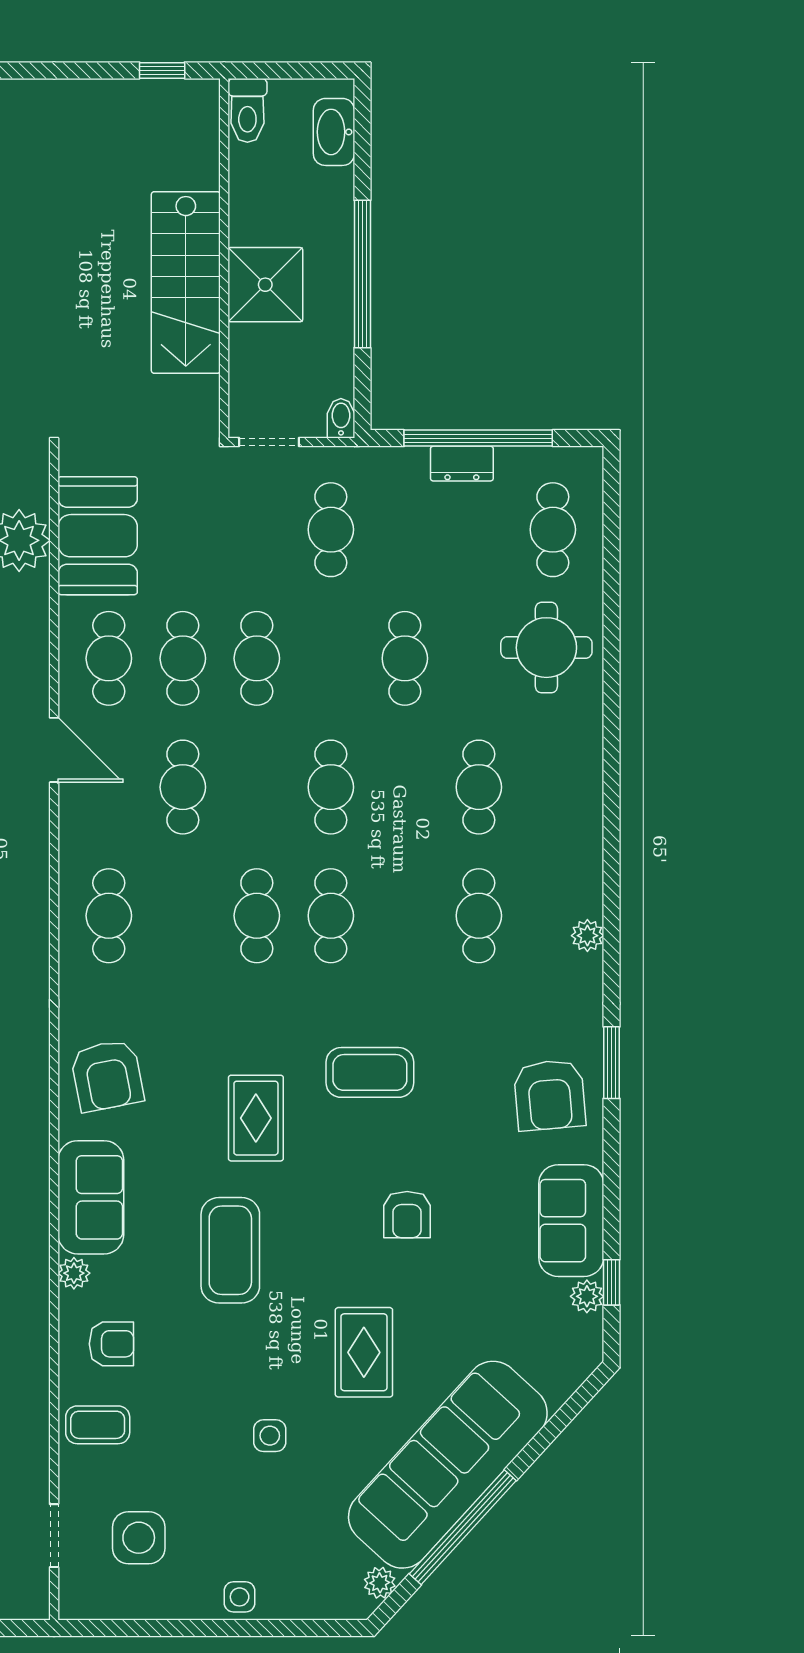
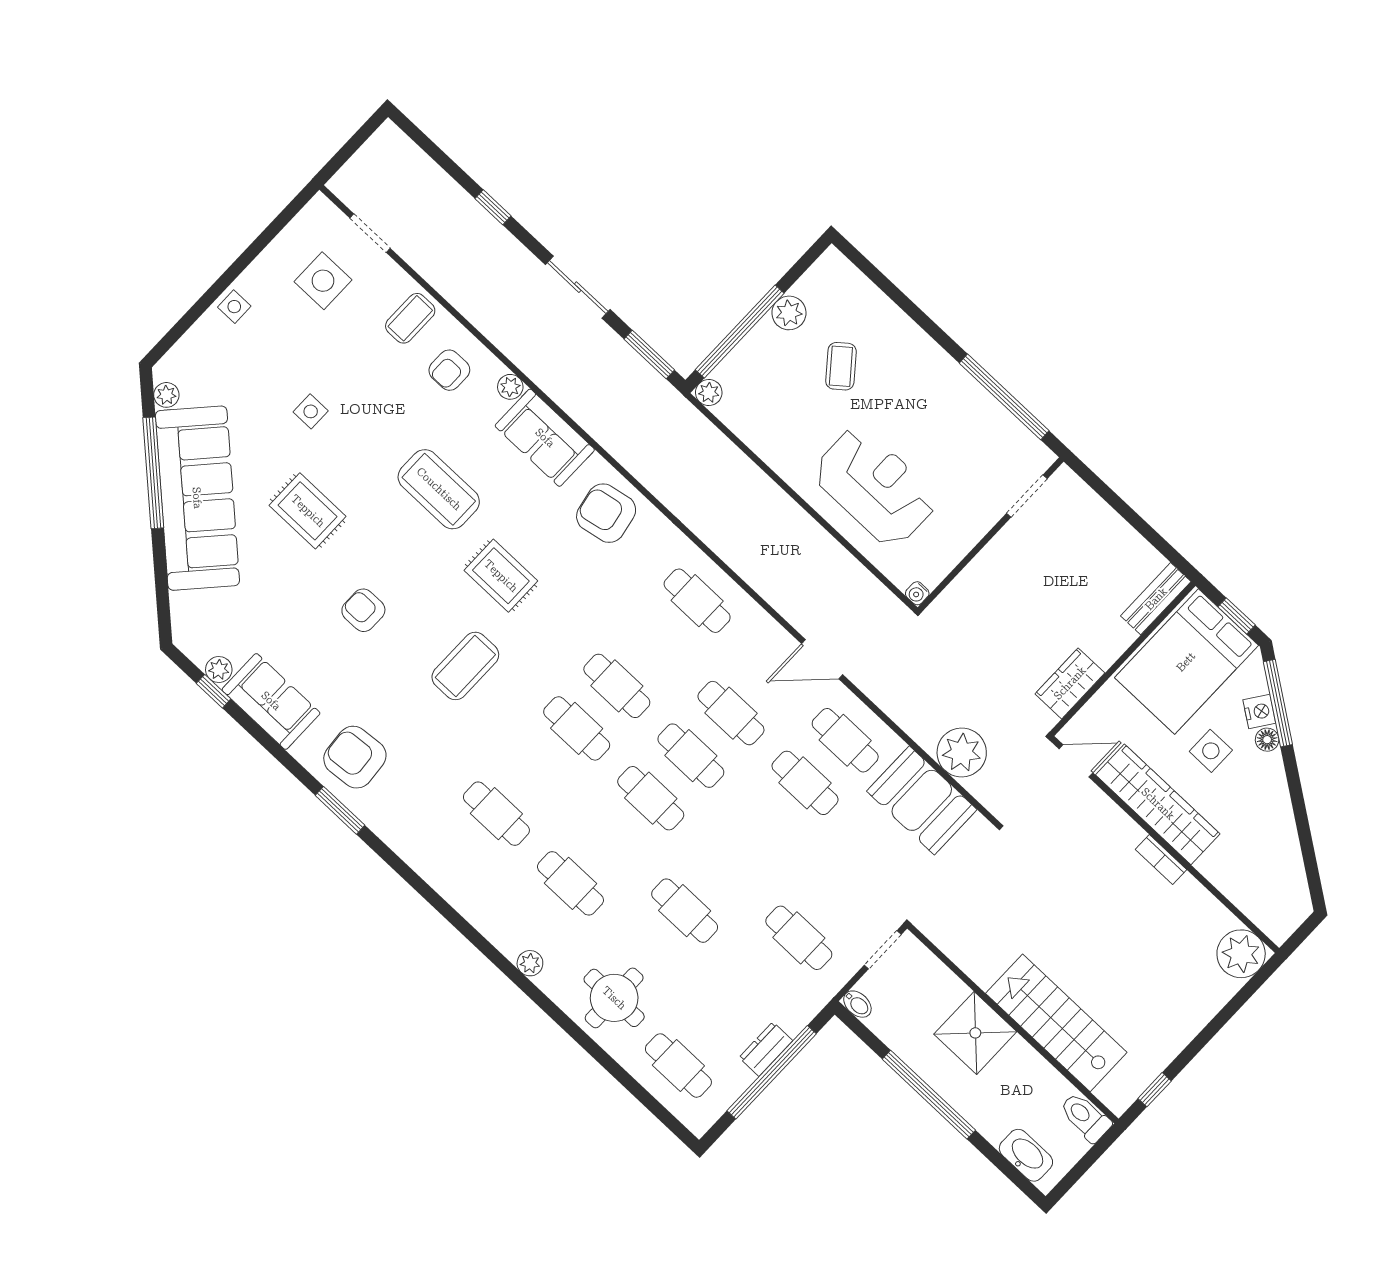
stairs: (186, 282) -> (1056, 1023), moved
cafe table: (257, 658) -> (691, 756), moved
plant: (587, 936) -> (530, 963), moved

